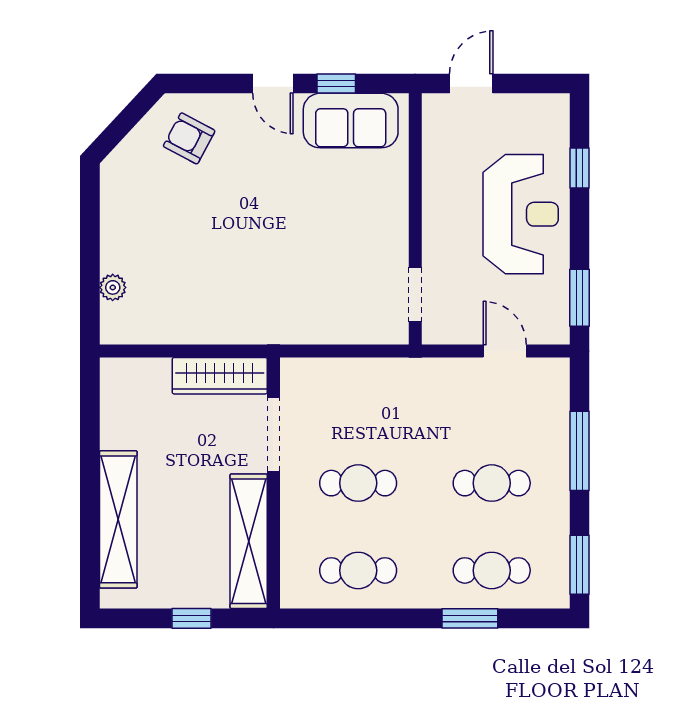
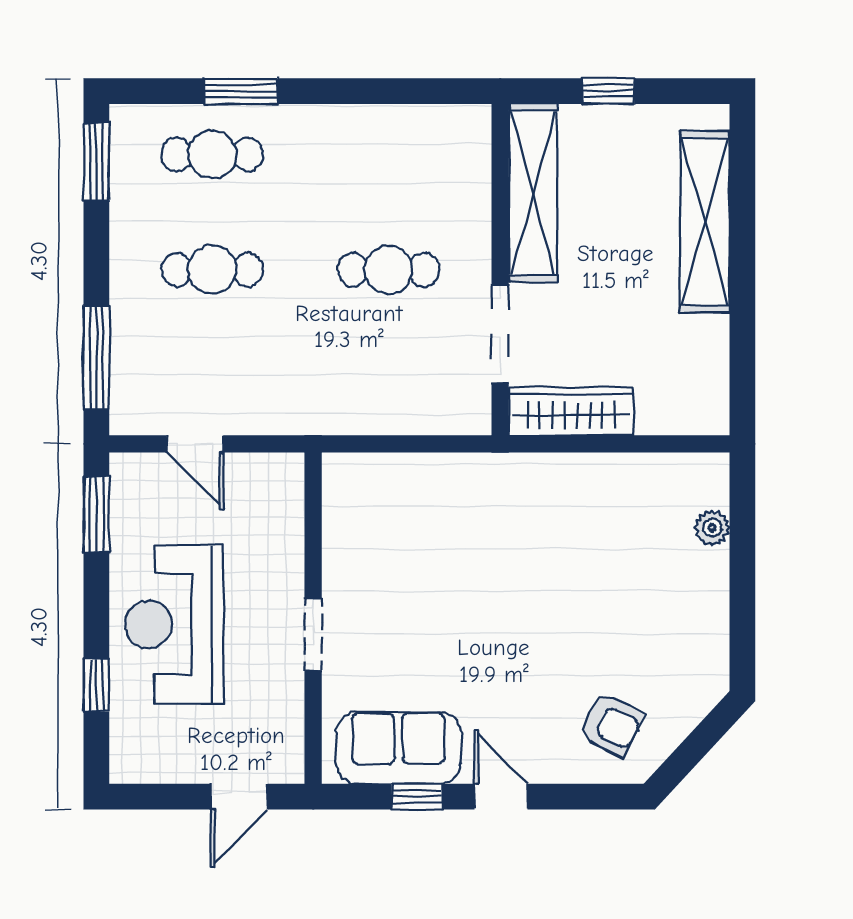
doorway: (415, 294) -> (313, 634), moved
window: (580, 451) -> (96, 358), moved
cafe table: (358, 570) -> (388, 154), removed

